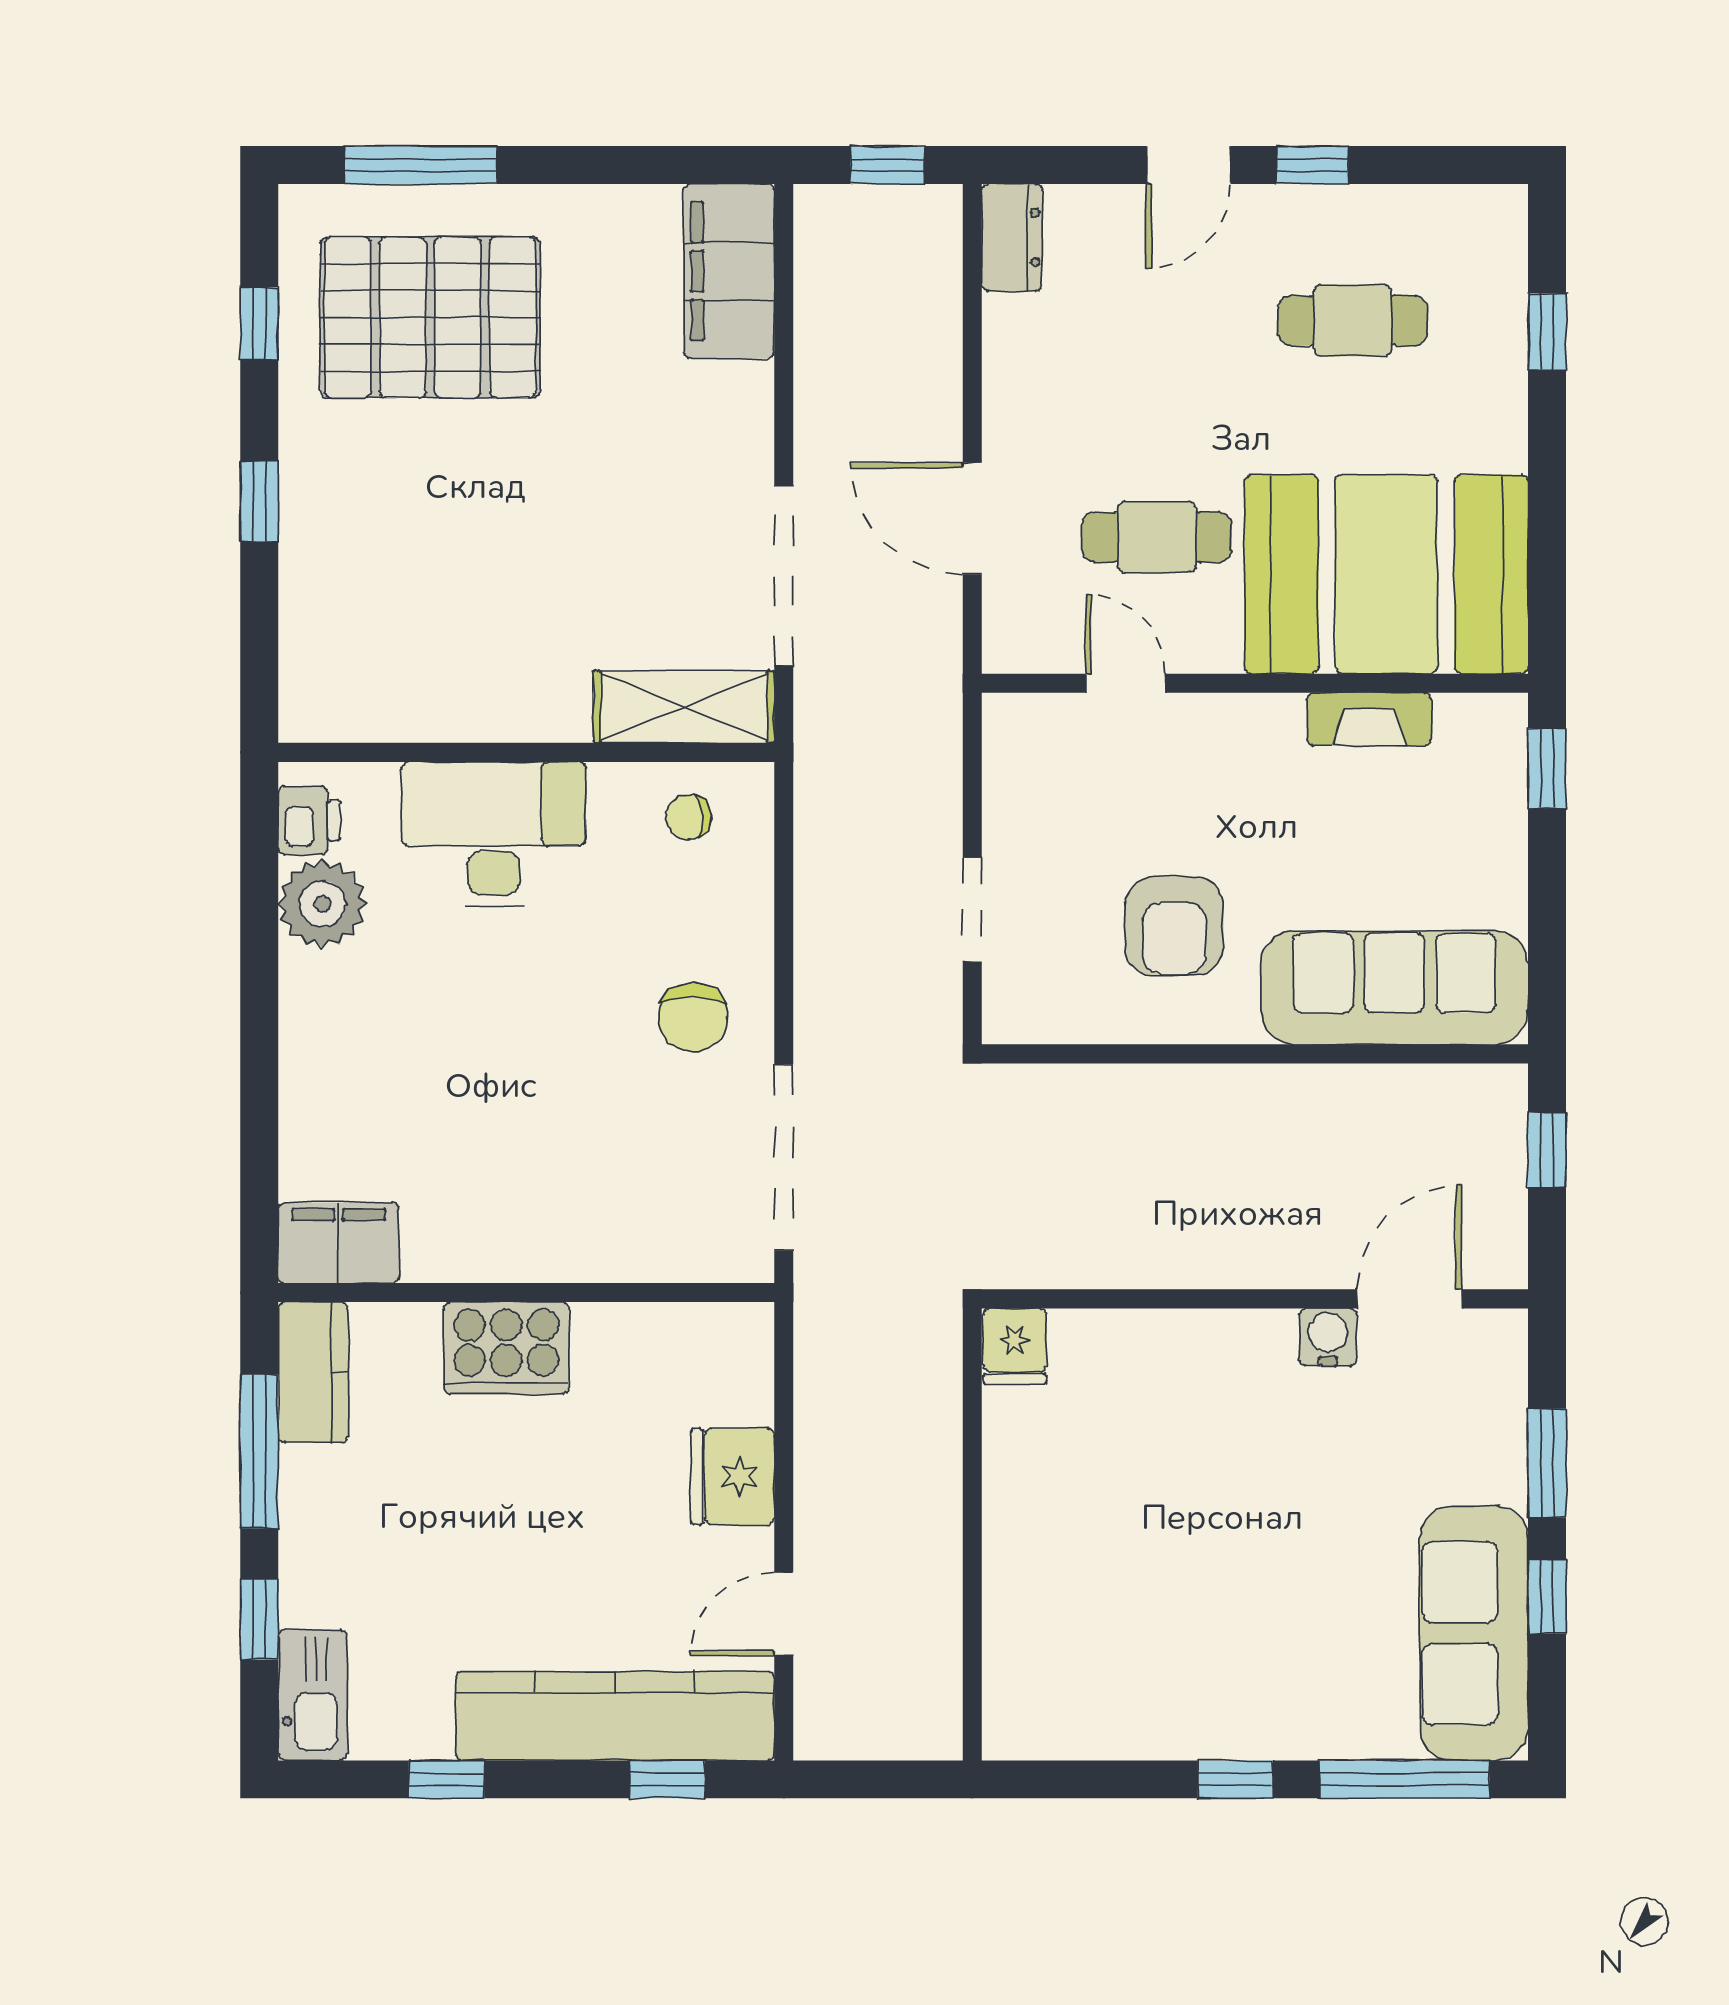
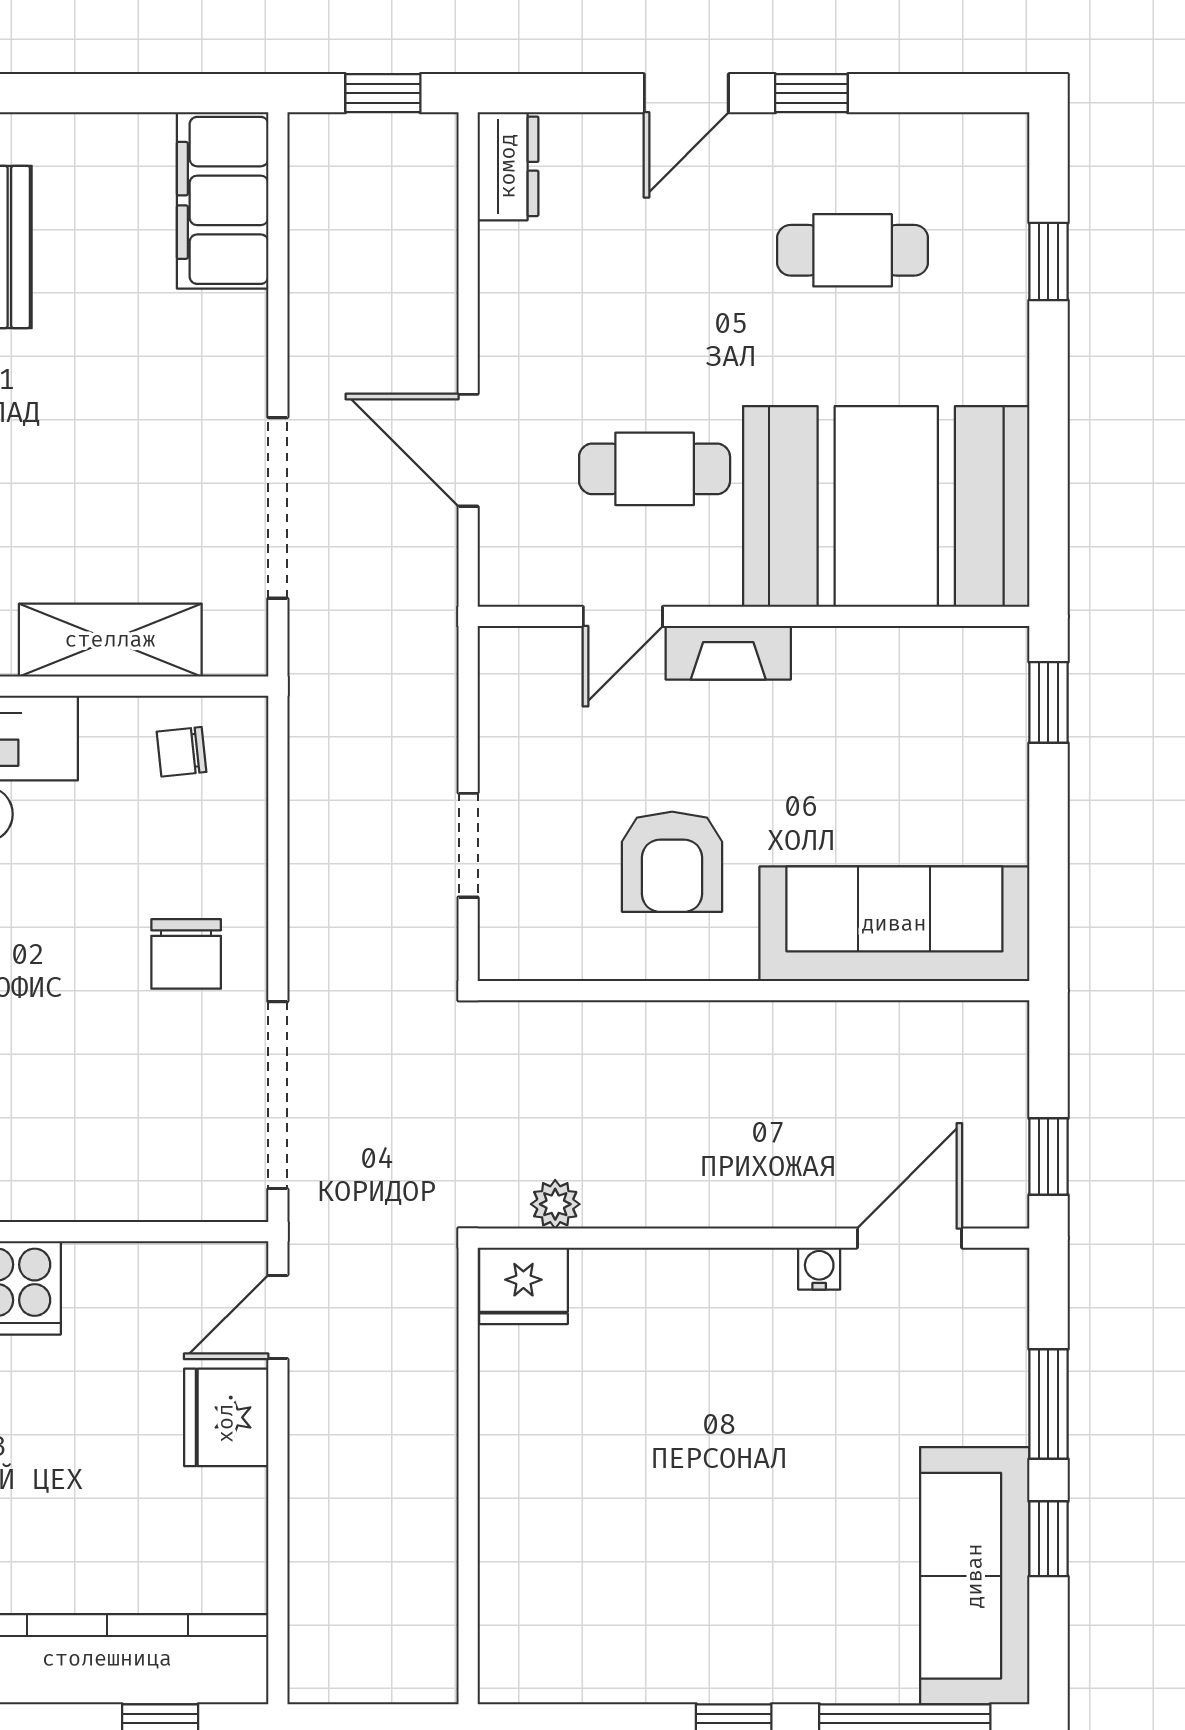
door: (1125, 683) -> (623, 616), swing flipped
shelving: (684, 707) -> (110, 640), moved
fireplace: (1369, 719) -> (728, 653), moved
window: (1547, 1150) -> (1048, 1156), moved
plant: (1059, 1265) -> (555, 1204), added
water cooler: (1328, 1337) -> (819, 1269), width x0.72, depth x0.72
fridge: (1015, 1346) -> (523, 1286), width x1.38
door: (784, 1614) -> (278, 1317), moved

